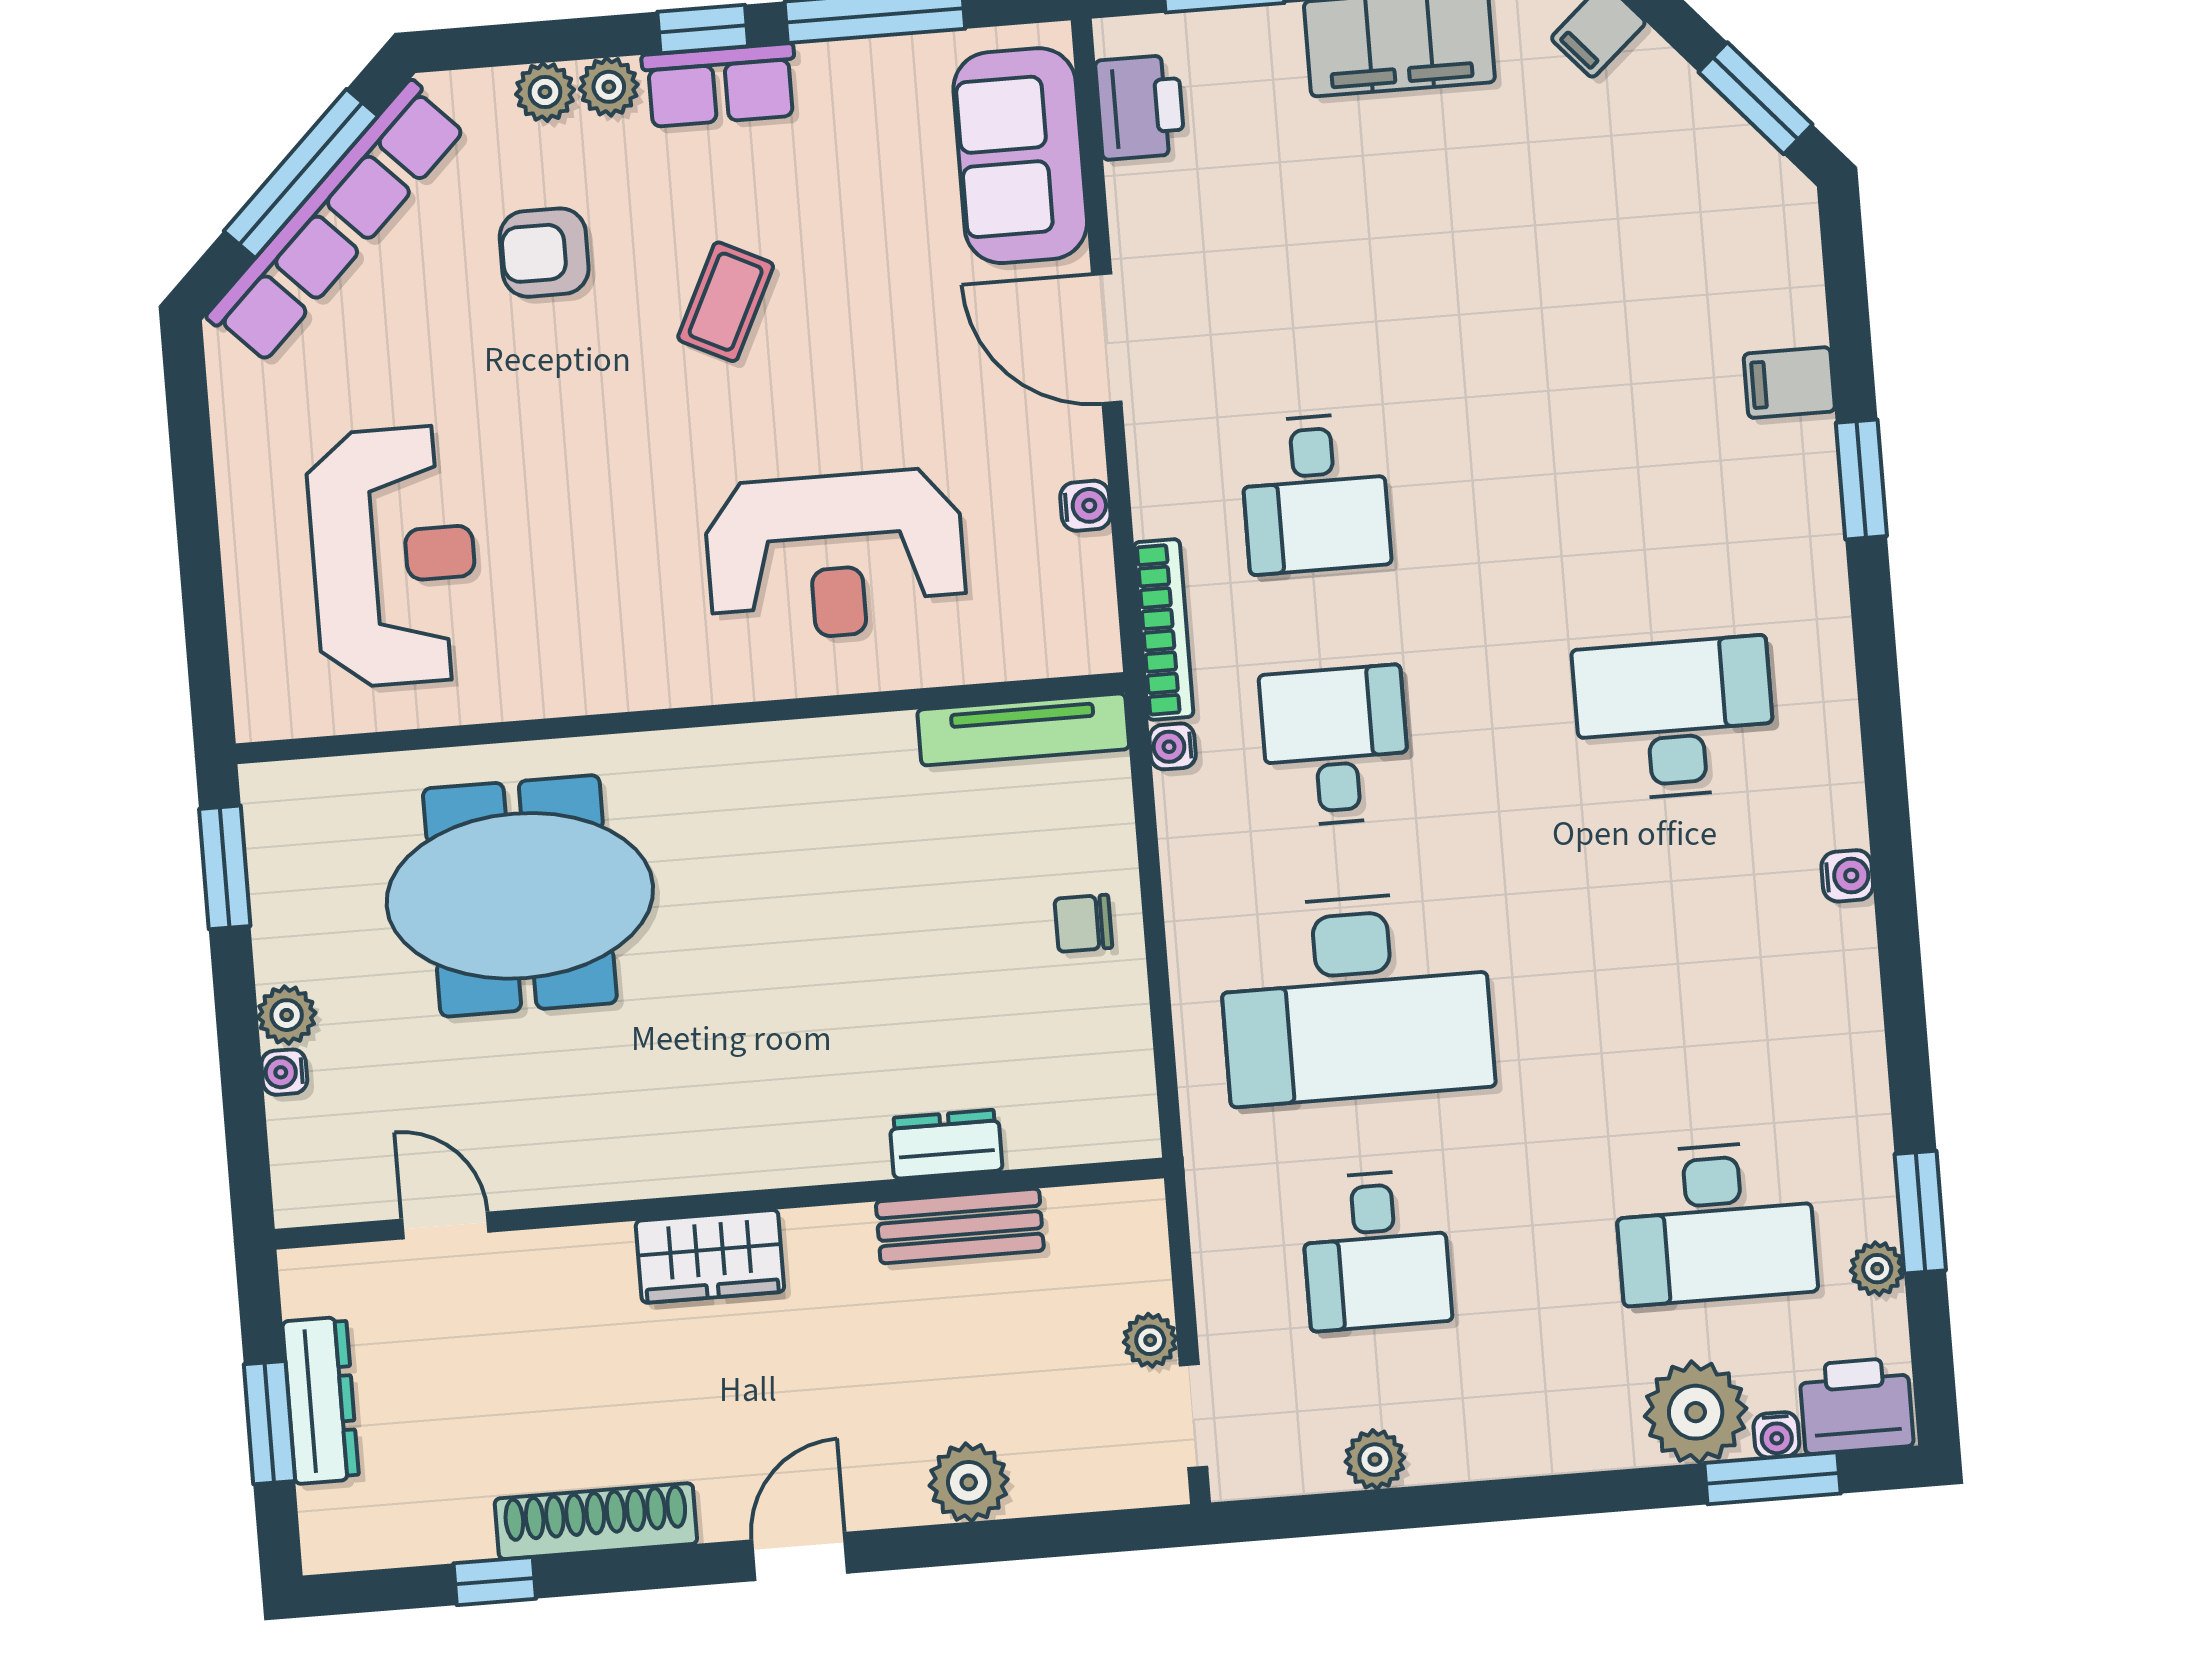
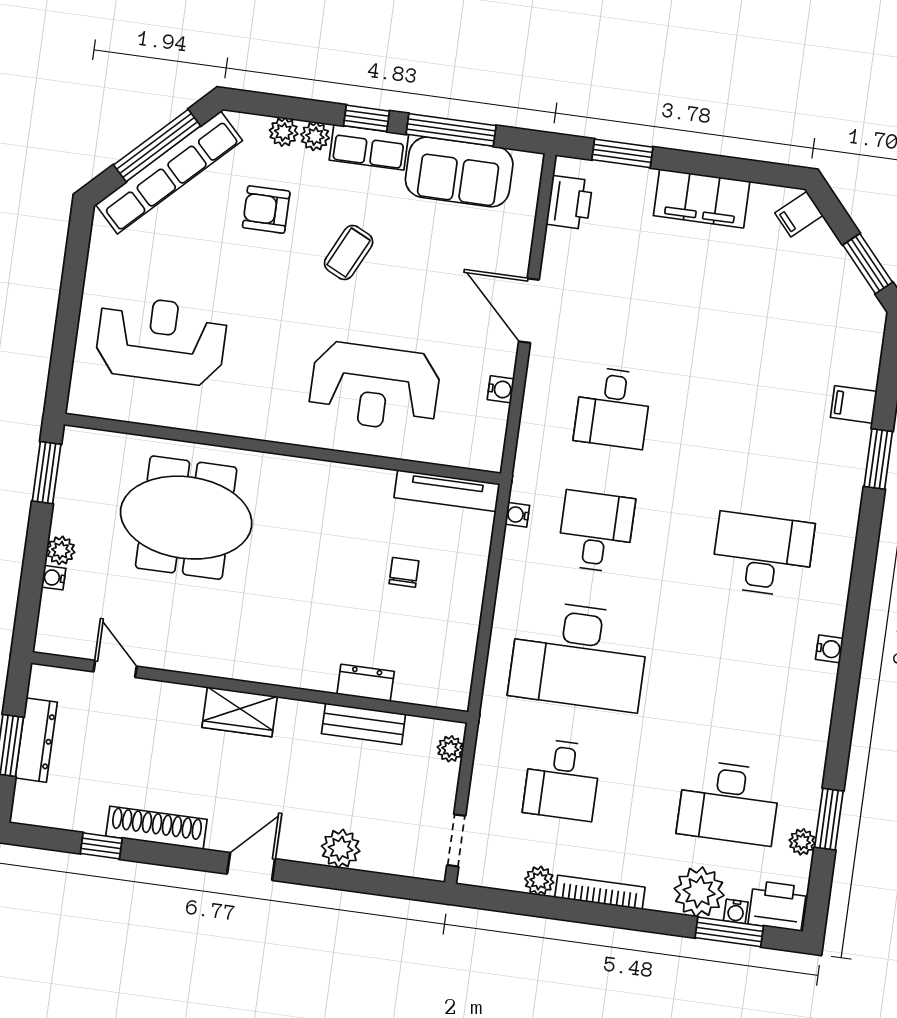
sofa: (1020, 156) -> (459, 172), moved, turned -90
reception desk: (394, 556) -> (161, 340), turned -90
bookcase: (1164, 629) -> (600, 892), moved, turned -90
chair: (1083, 923) -> (404, 572), moved, turned 90
plant: (1150, 1340) -> (450, 749), moved

